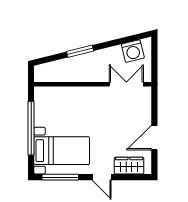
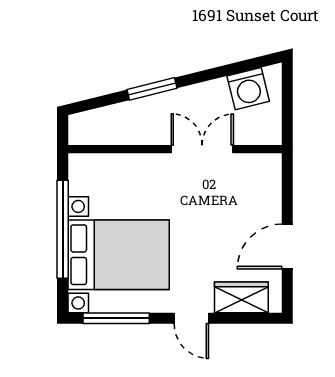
double door: (126, 84) -> (202, 149), moved
bed with nightstands: (62, 151) -> (119, 255), width x1.36

